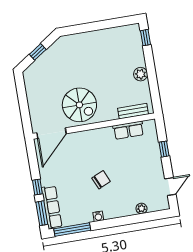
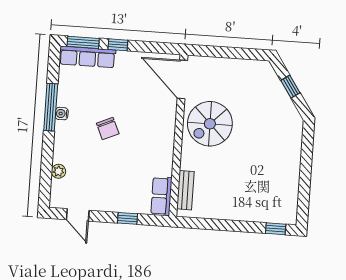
plant: (141, 74) -> (230, 211), removed
row of seats: (128, 130) -> (161, 196), moved
window: (72, 229) -> (51, 107), moved

